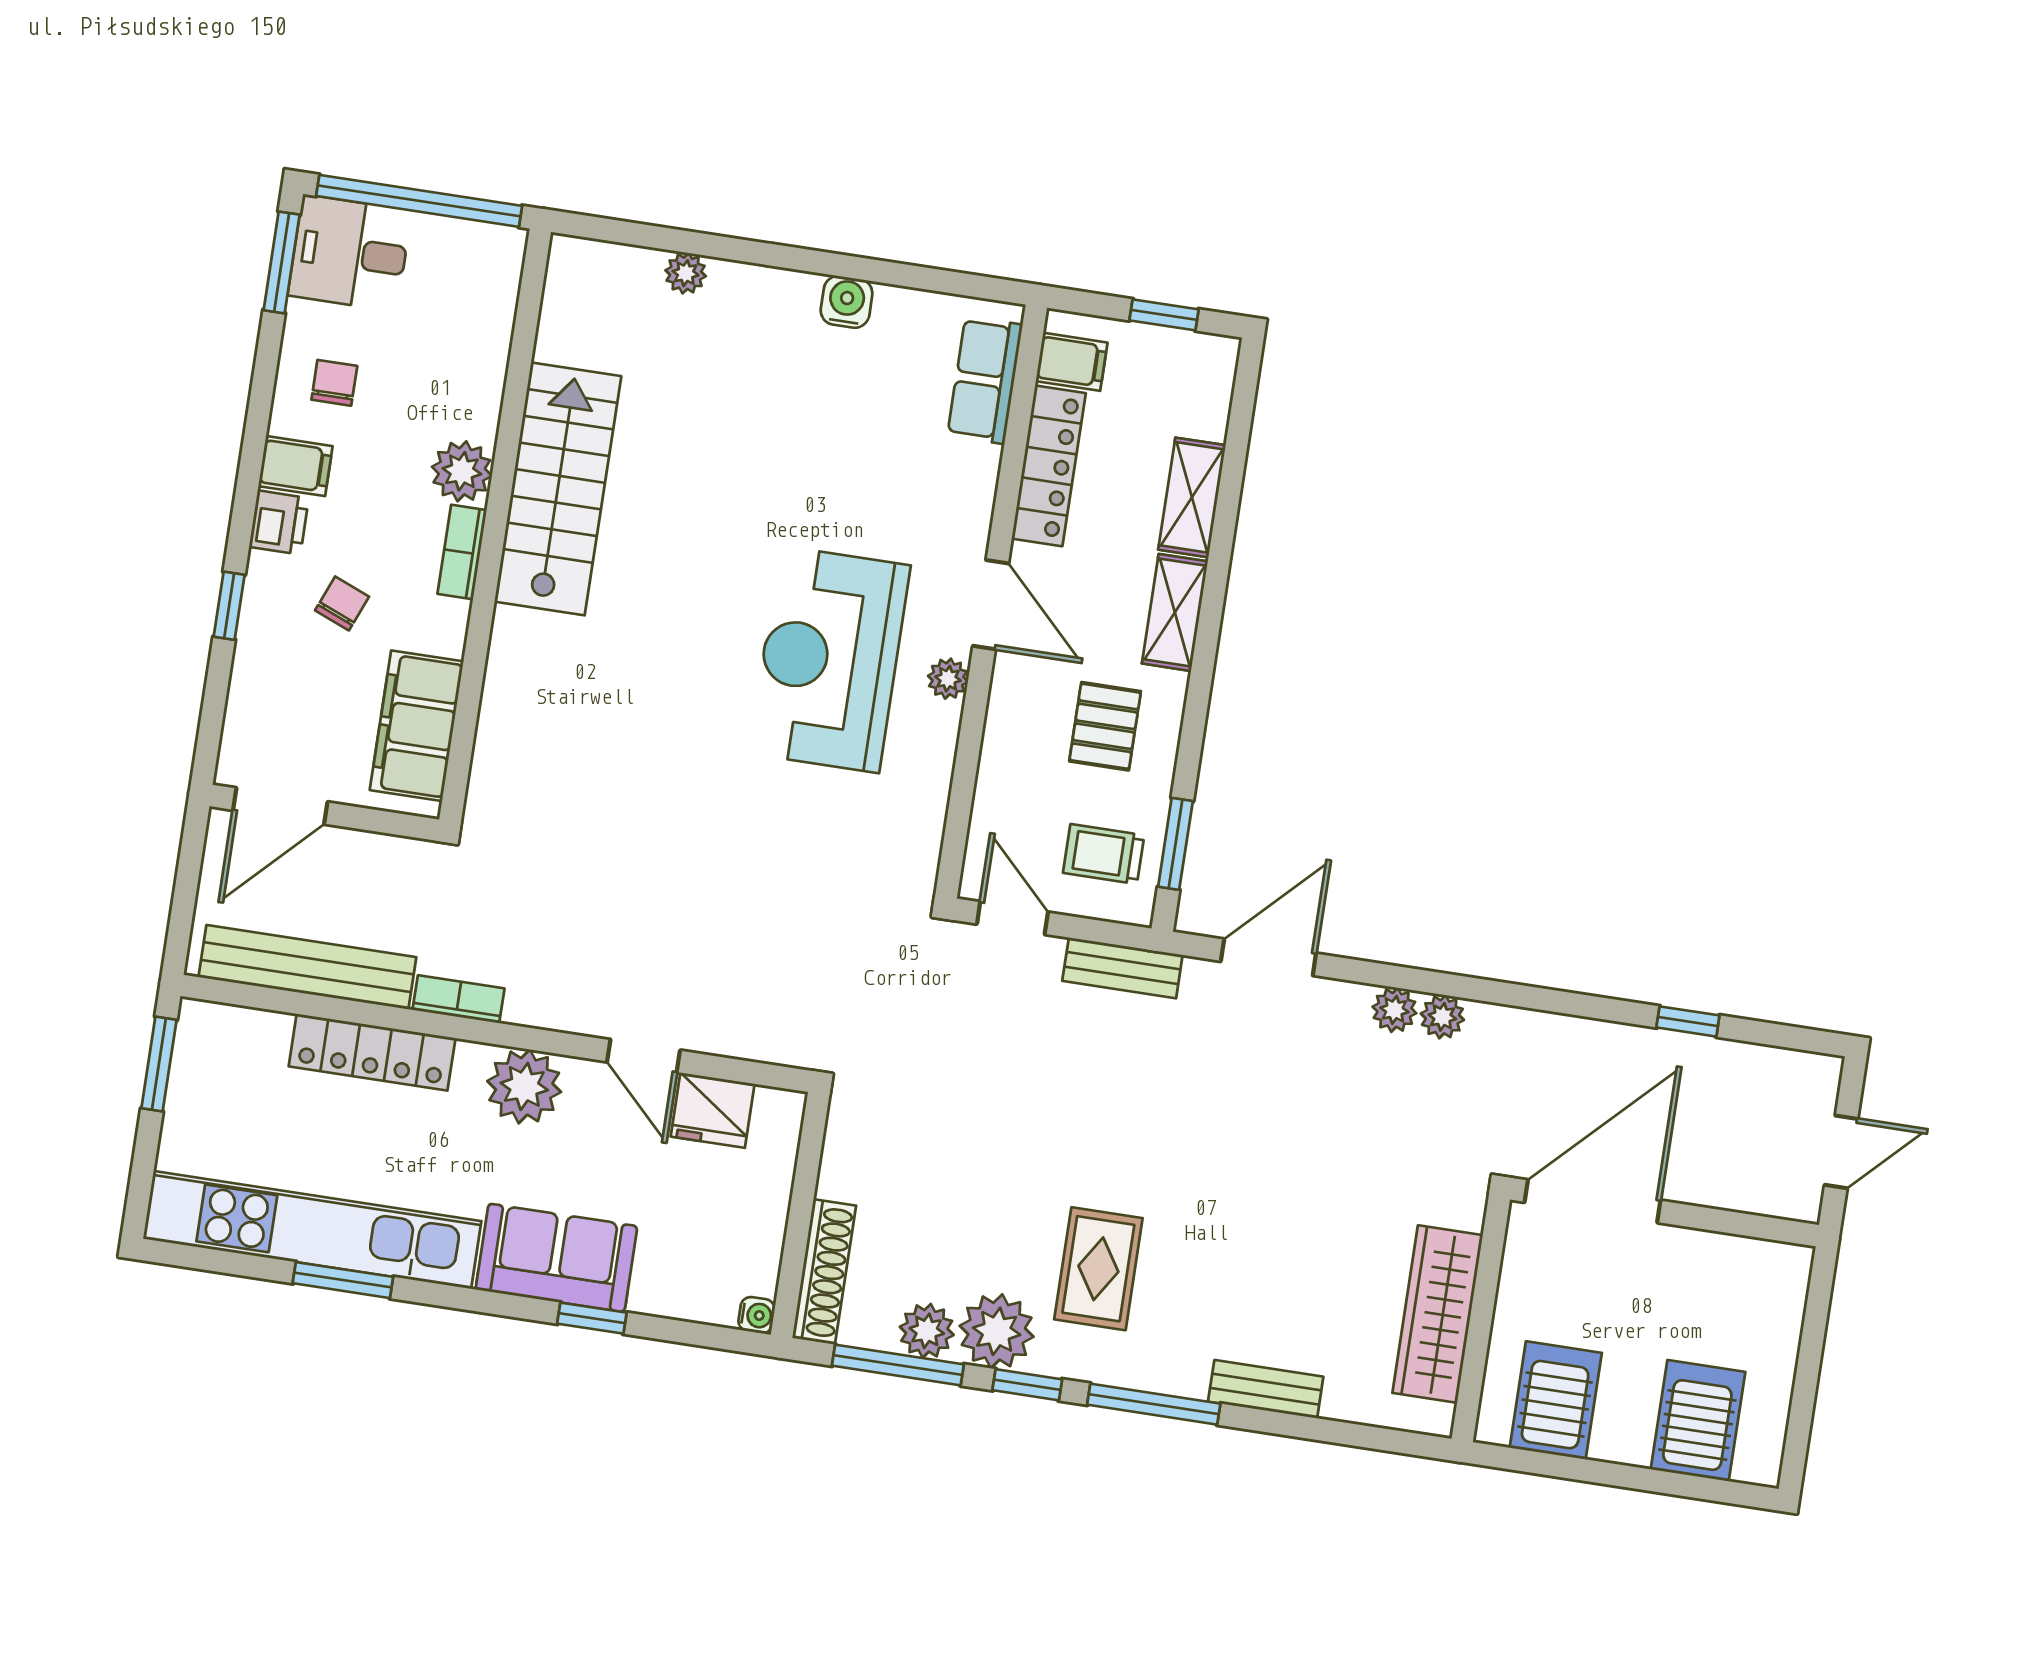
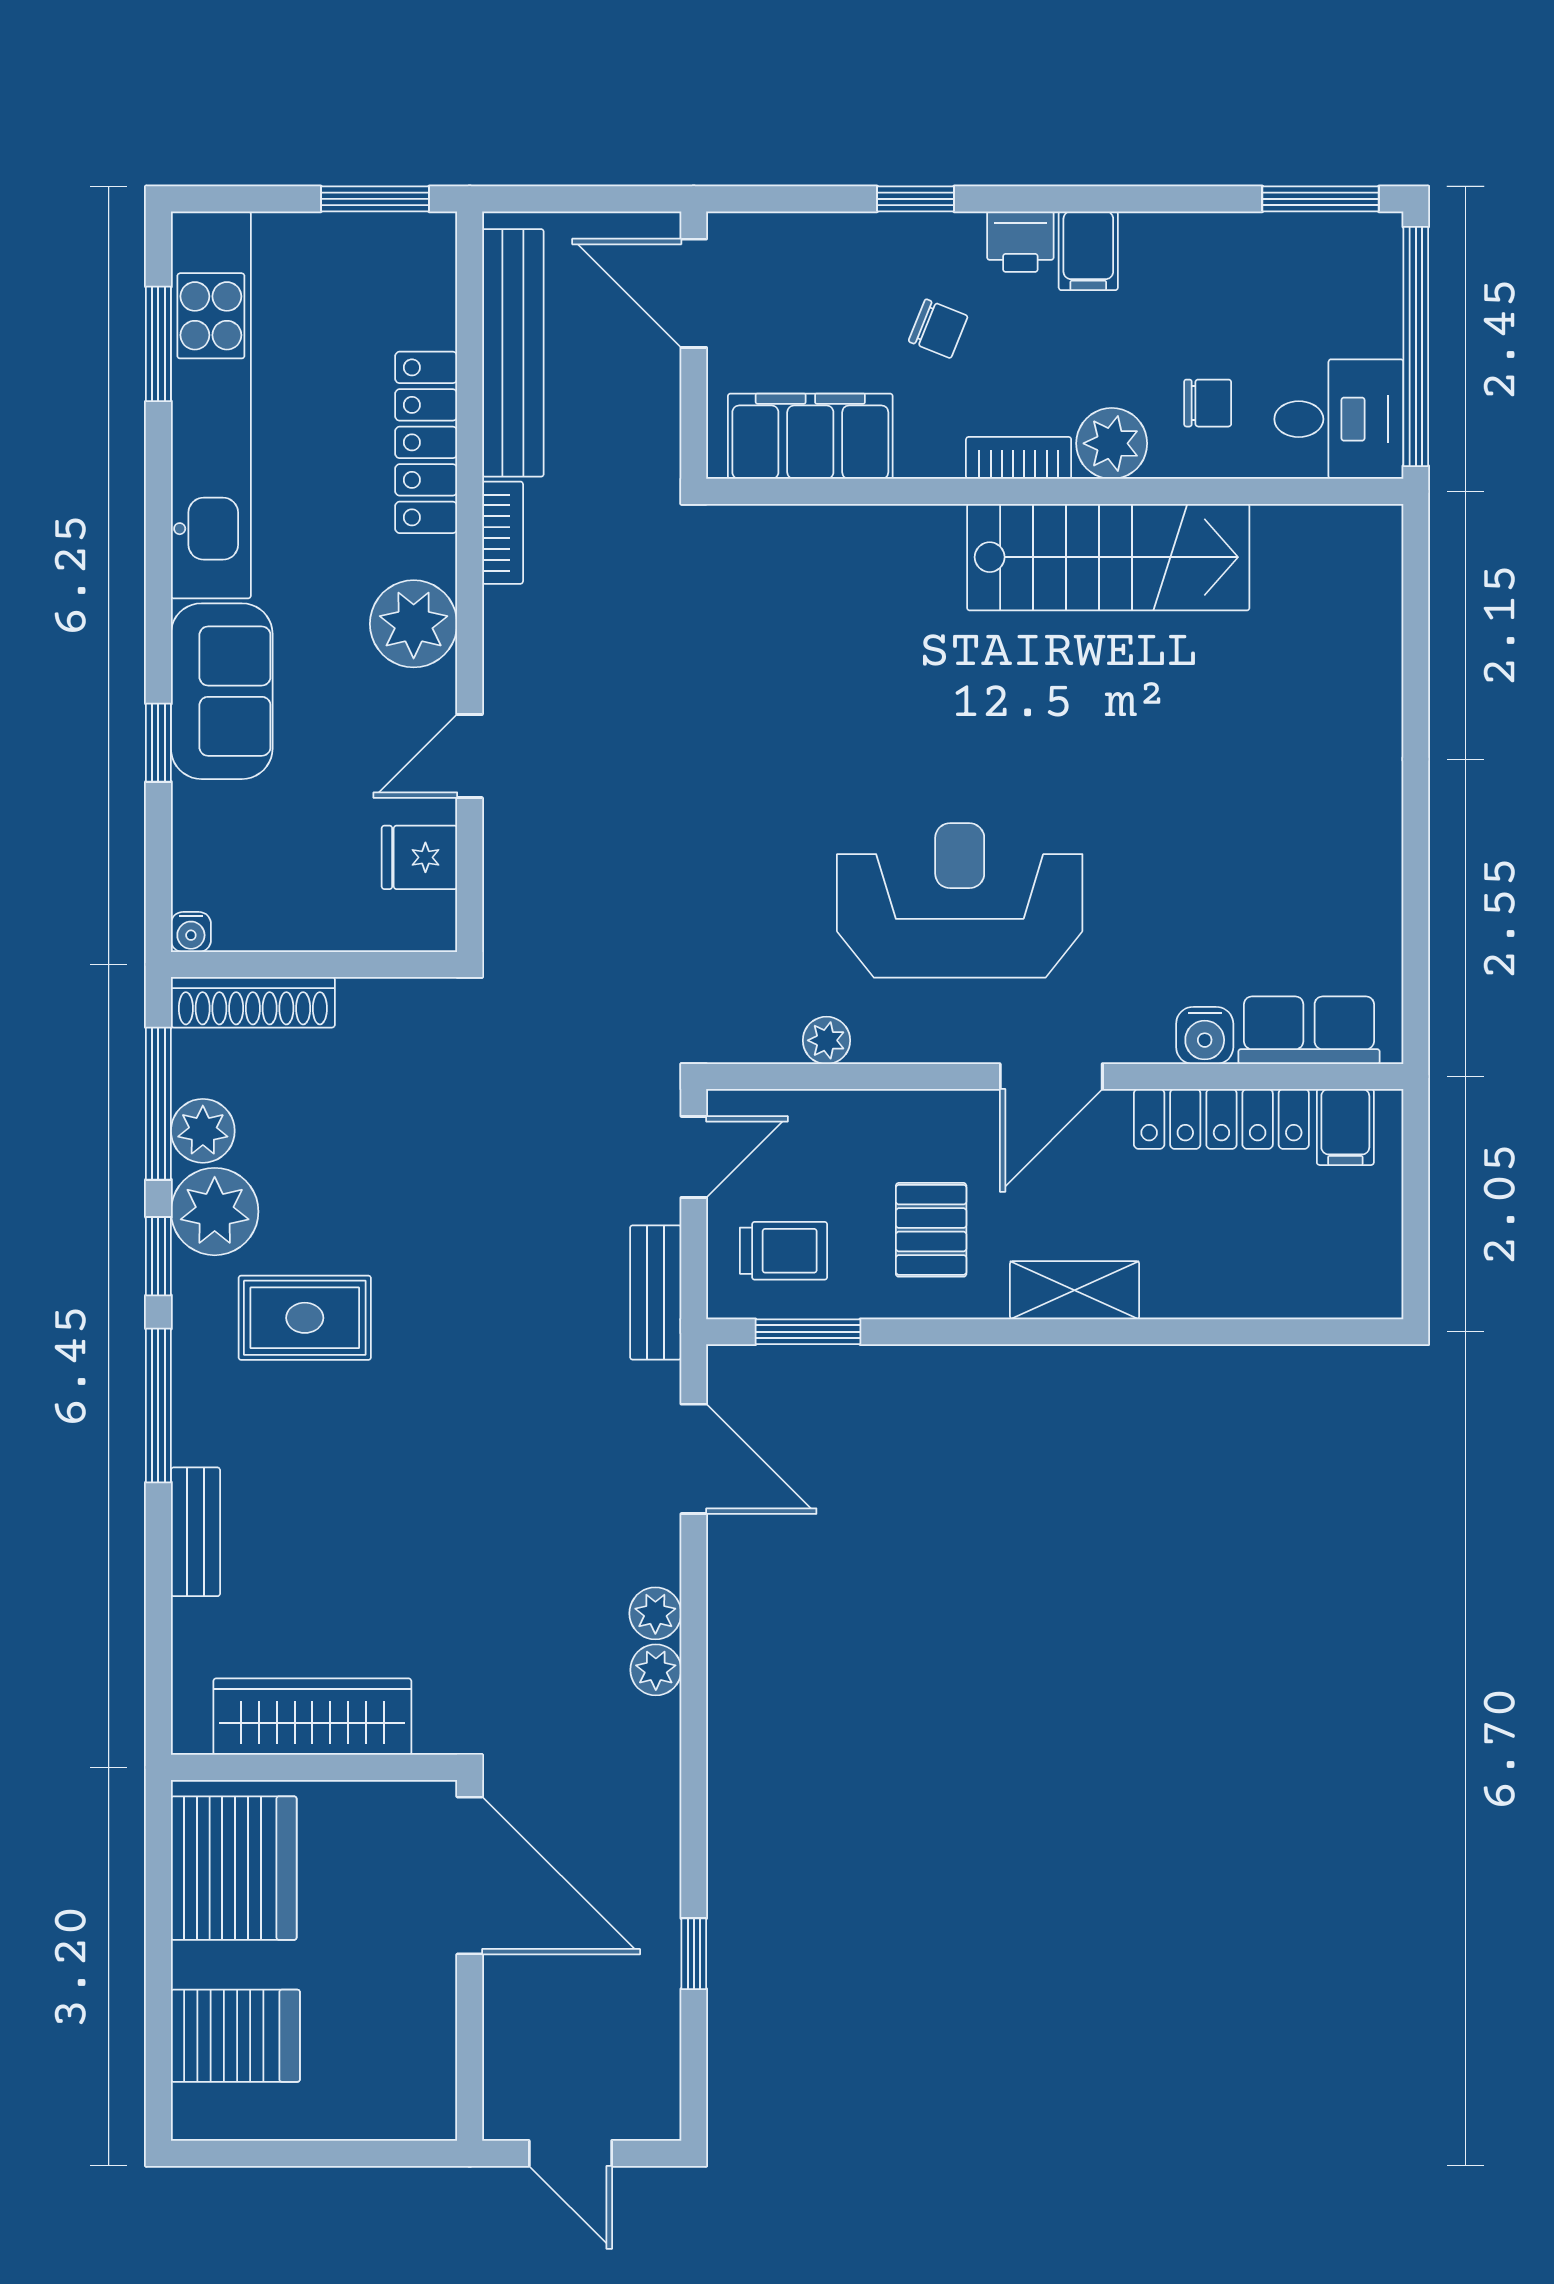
desk: (350, 253) -> (1339, 419), moved, turned 90
plant: (686, 273) -> (1379, 666), removed
water cooler: (847, 302) -> (1205, 1035), moved, turned 90
window: (1164, 315) -> (1416, 1225), removed
chair: (334, 383) -> (1208, 403), moved
shelving: (1192, 497) -> (1210, 1290), removed
plant: (948, 679) -> (826, 1040), moved
pallet: (1105, 726) -> (931, 1230), turned 90
trolley: (1104, 854) -> (784, 1251), turned 90
fridge: (713, 1110) -> (419, 857), width x0.72
window: (343, 1280) -> (158, 344), moved
server rack: (1556, 1400) -> (234, 1868), width x1.60

